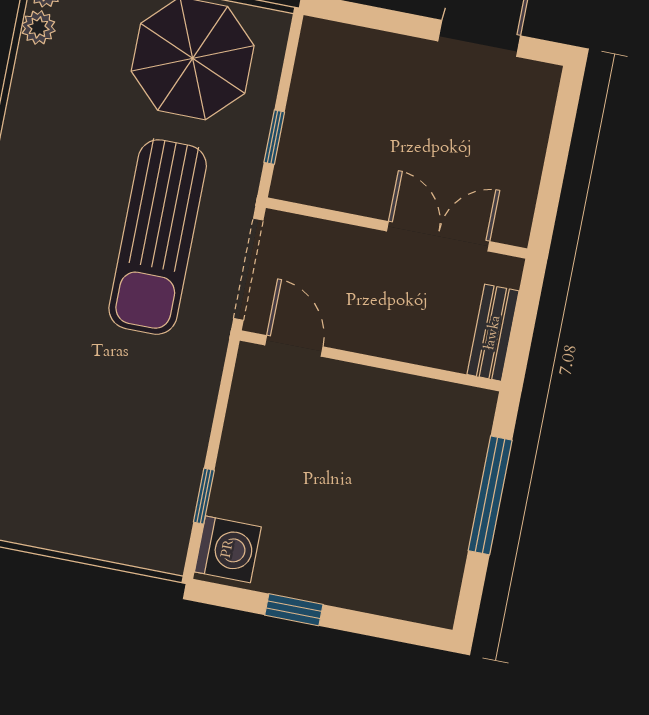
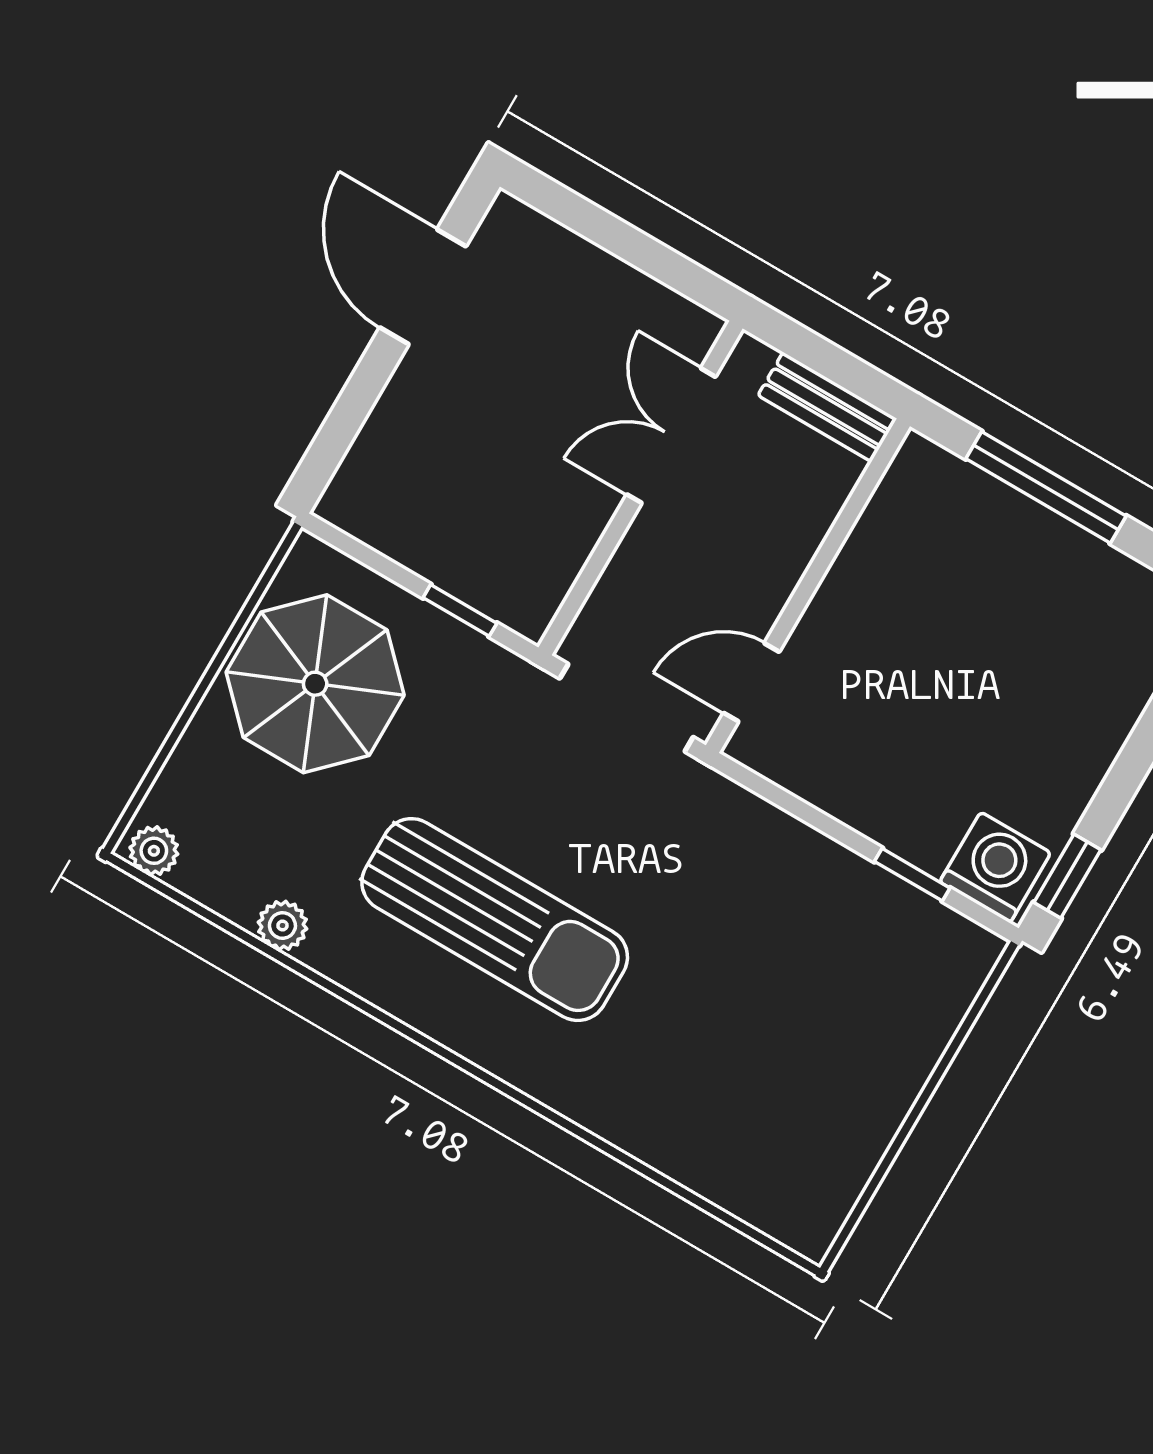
plant: (38, 27) -> (282, 926), moved
sun lounger: (158, 237) -> (495, 920), moved
window: (294, 610) -> (1067, 876), moved

